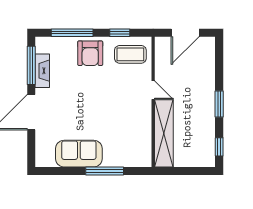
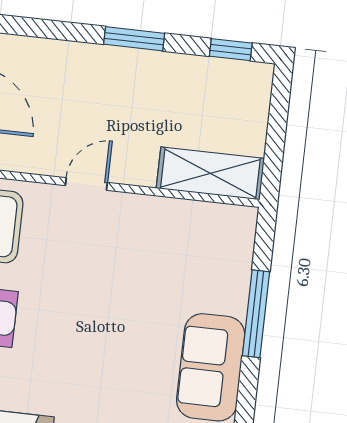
shelving: (164, 133) -> (210, 173), width x0.68

